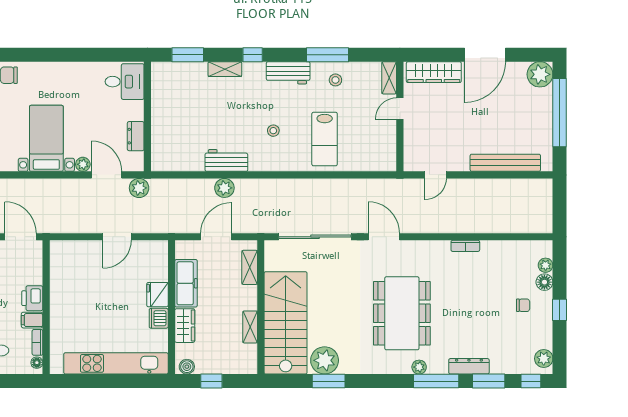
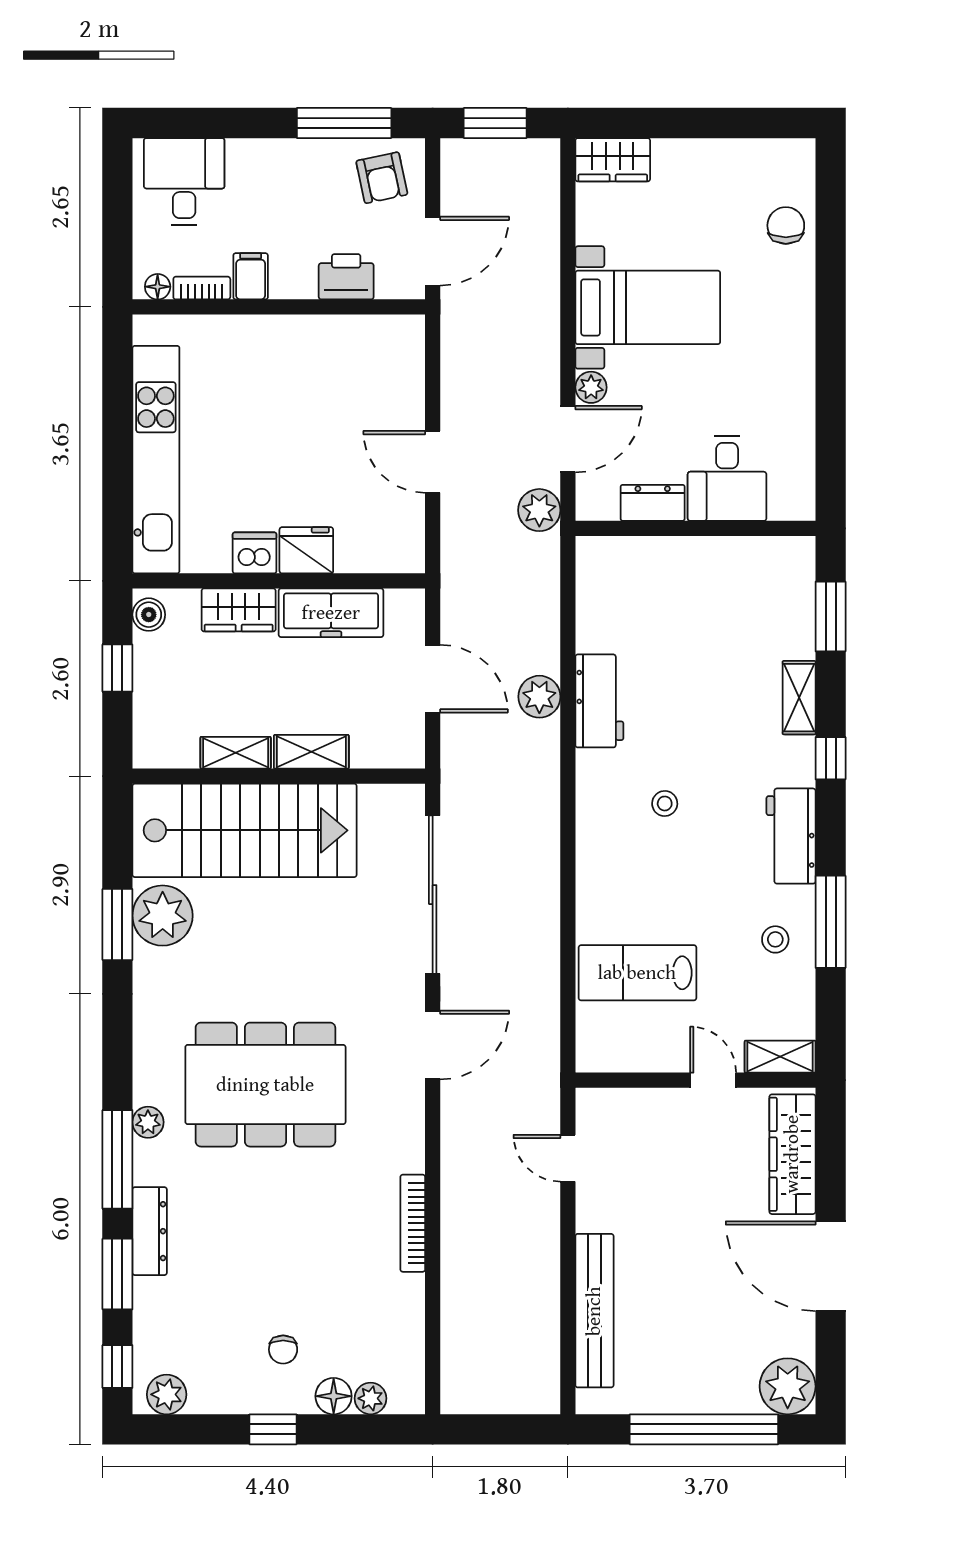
desk: (125, 82) -> (727, 479), moved
lab bench: (325, 139) -> (637, 973), moved
bookcase: (465, 246) -> (413, 1223), width x1.56
shelving: (250, 267) -> (311, 752), moved
printer: (32, 298) -> (346, 277), moved

